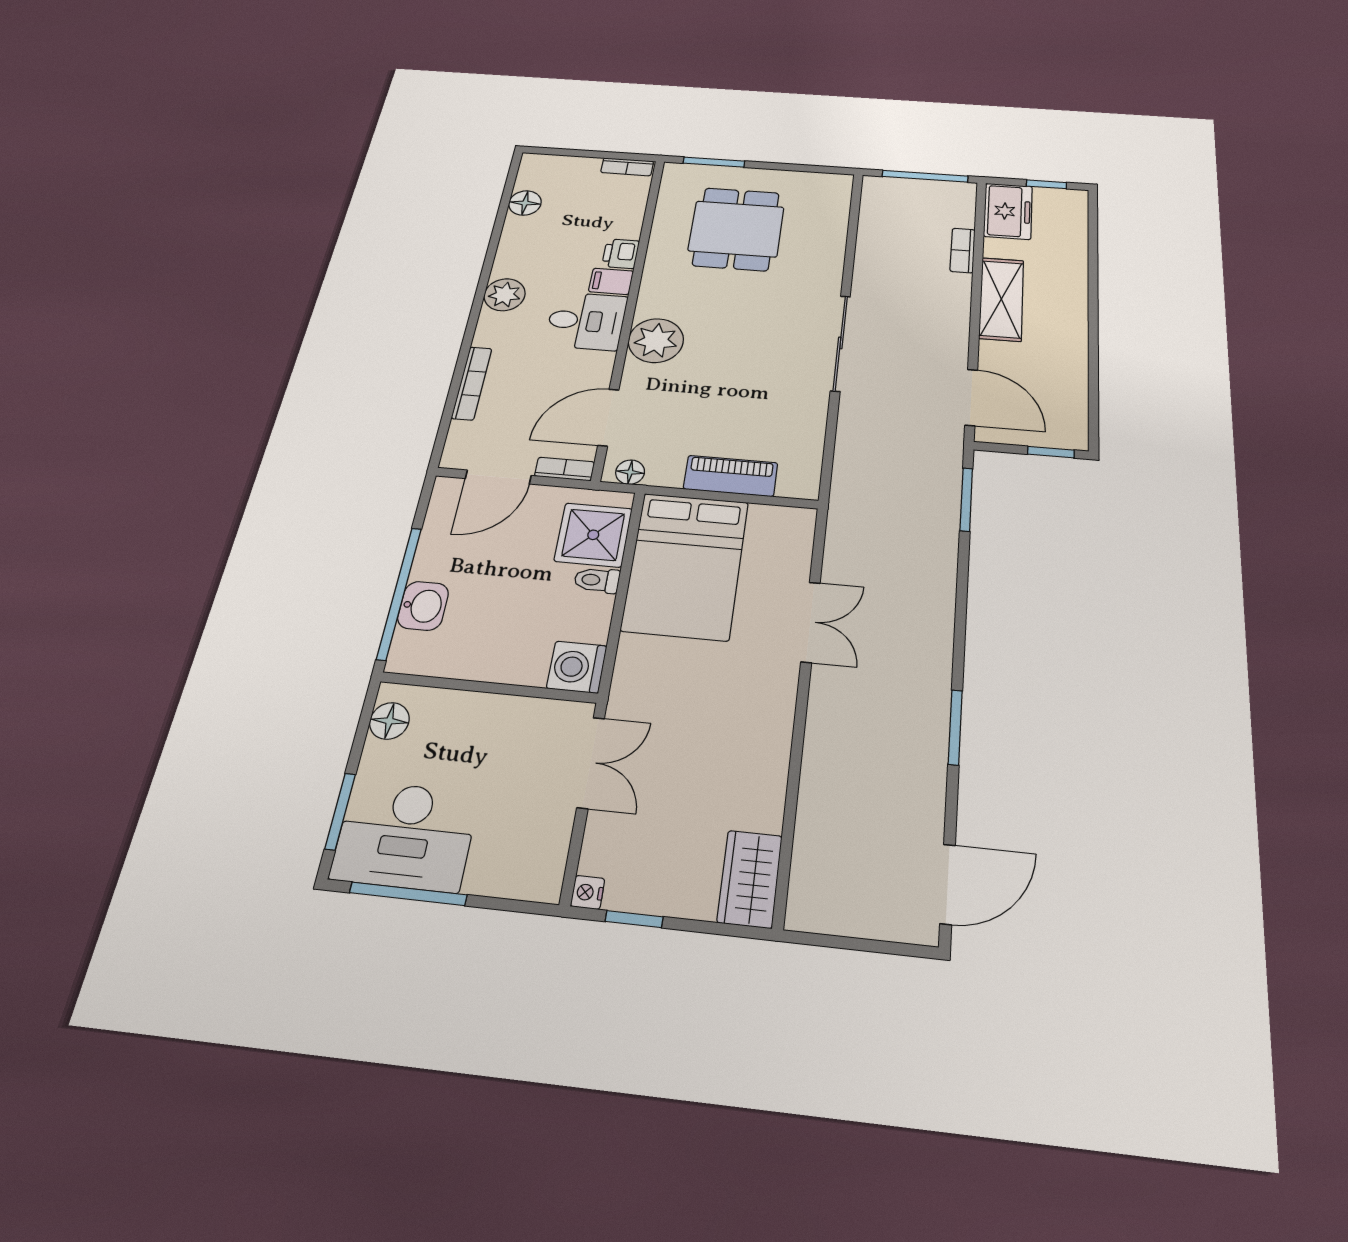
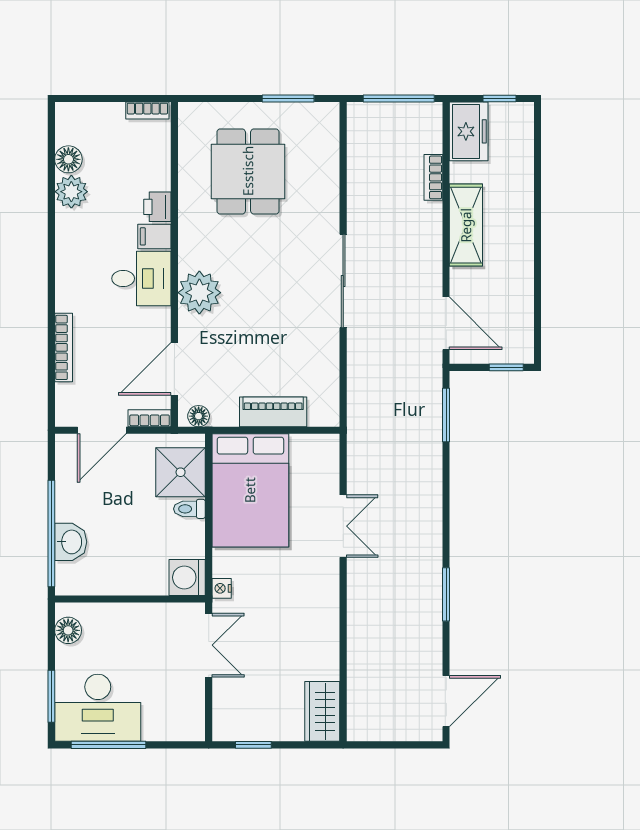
window: (714, 162) -> (288, 99), moved
plant: (505, 295) -> (71, 192), moved
nightstand: (588, 892) -> (222, 588), moved

